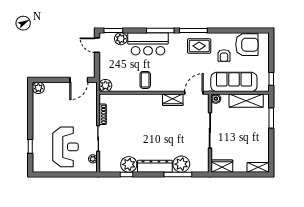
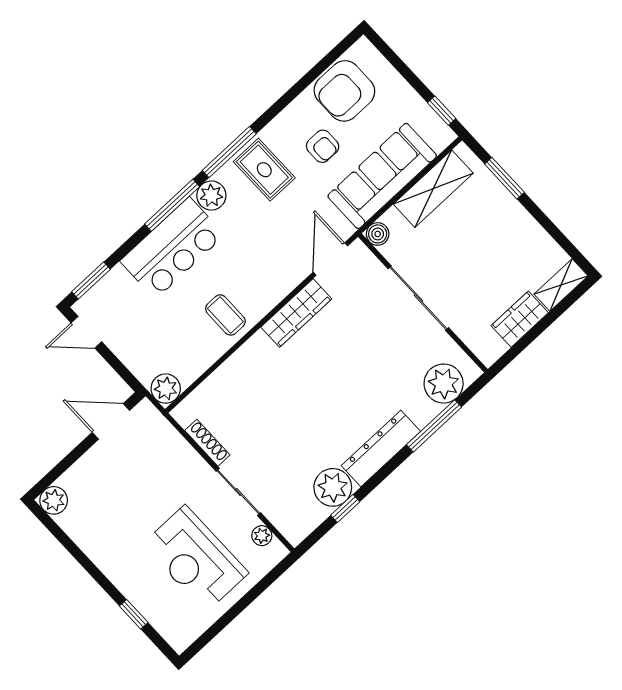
plant: (121, 39) -> (211, 196), moved
armchair: (247, 45) -> (344, 91), turned 180
rug: (199, 46) -> (264, 170), turned 90
door: (79, 80) -> (111, 421), swing flipped
wardrobe: (173, 100) -> (296, 313), width x1.50
reception desk: (66, 147) -> (195, 559), turned 180
plant: (181, 164) -> (444, 384), moved
wardrobe: (222, 166) -> (520, 319), moved

